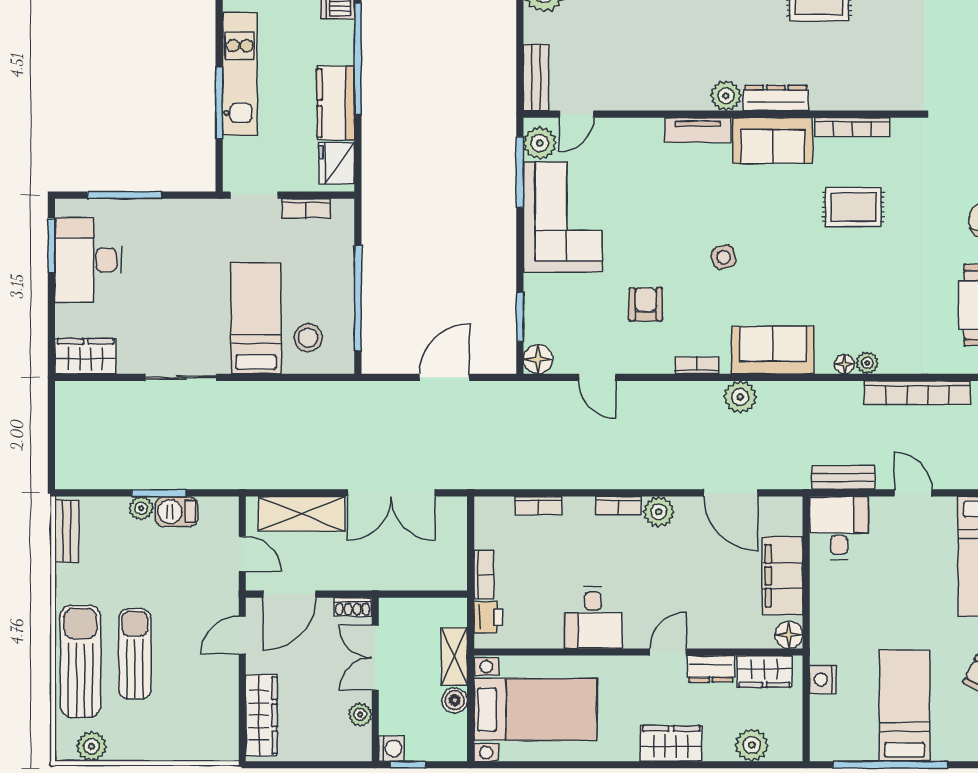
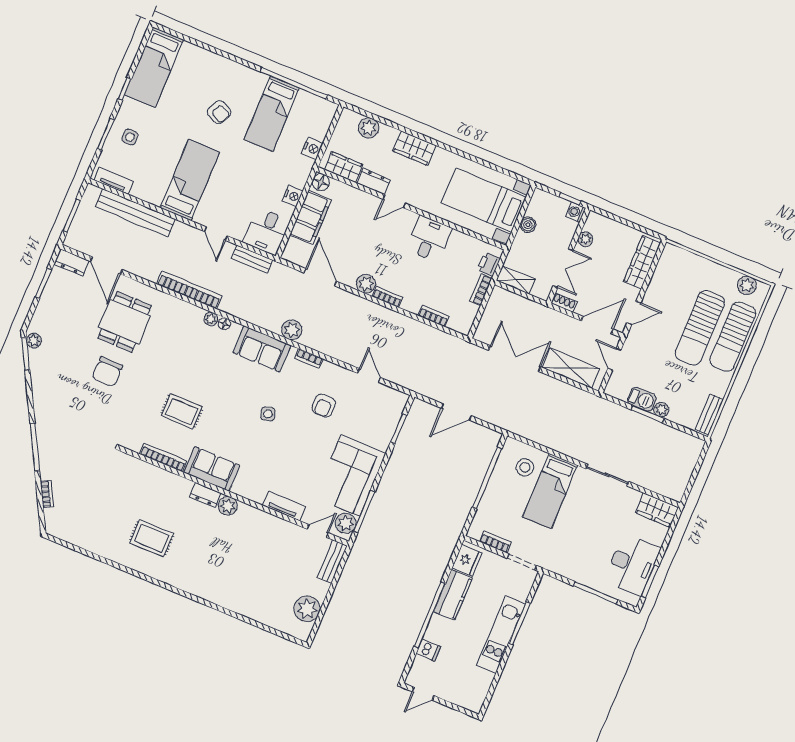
dresser: (776, 98) -> (206, 495), width x0.70
tv unit: (698, 130) -> (284, 506), moved
floor lamp: (538, 359) -> (399, 400), removed
nightstand: (822, 597) -> (293, 196), added
sun lounger: (135, 654) -> (700, 328), width x1.36, depth x1.34
shelving: (454, 657) -> (516, 280), moved, turned 90

